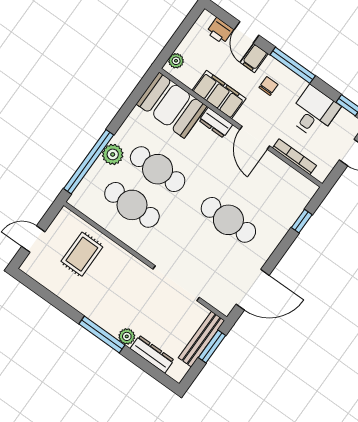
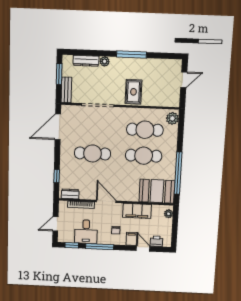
window: (293, 65) -> (100, 247), moved
dresser: (216, 123) -> (70, 194), moved
plant: (113, 154) -> (172, 118), moved
window: (89, 162) -> (178, 173), moved
rug: (82, 254) -> (133, 92), moved
window: (102, 334) -> (132, 54), moved
bench: (201, 339) -> (66, 90), width x0.73
window: (212, 346) -> (59, 74), moved

